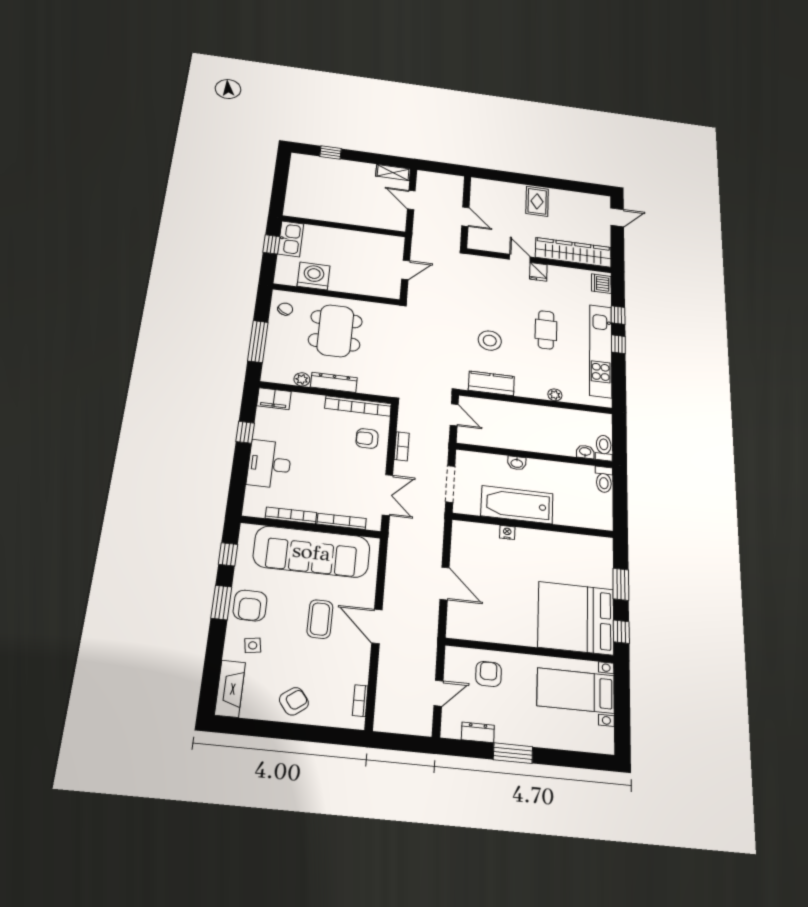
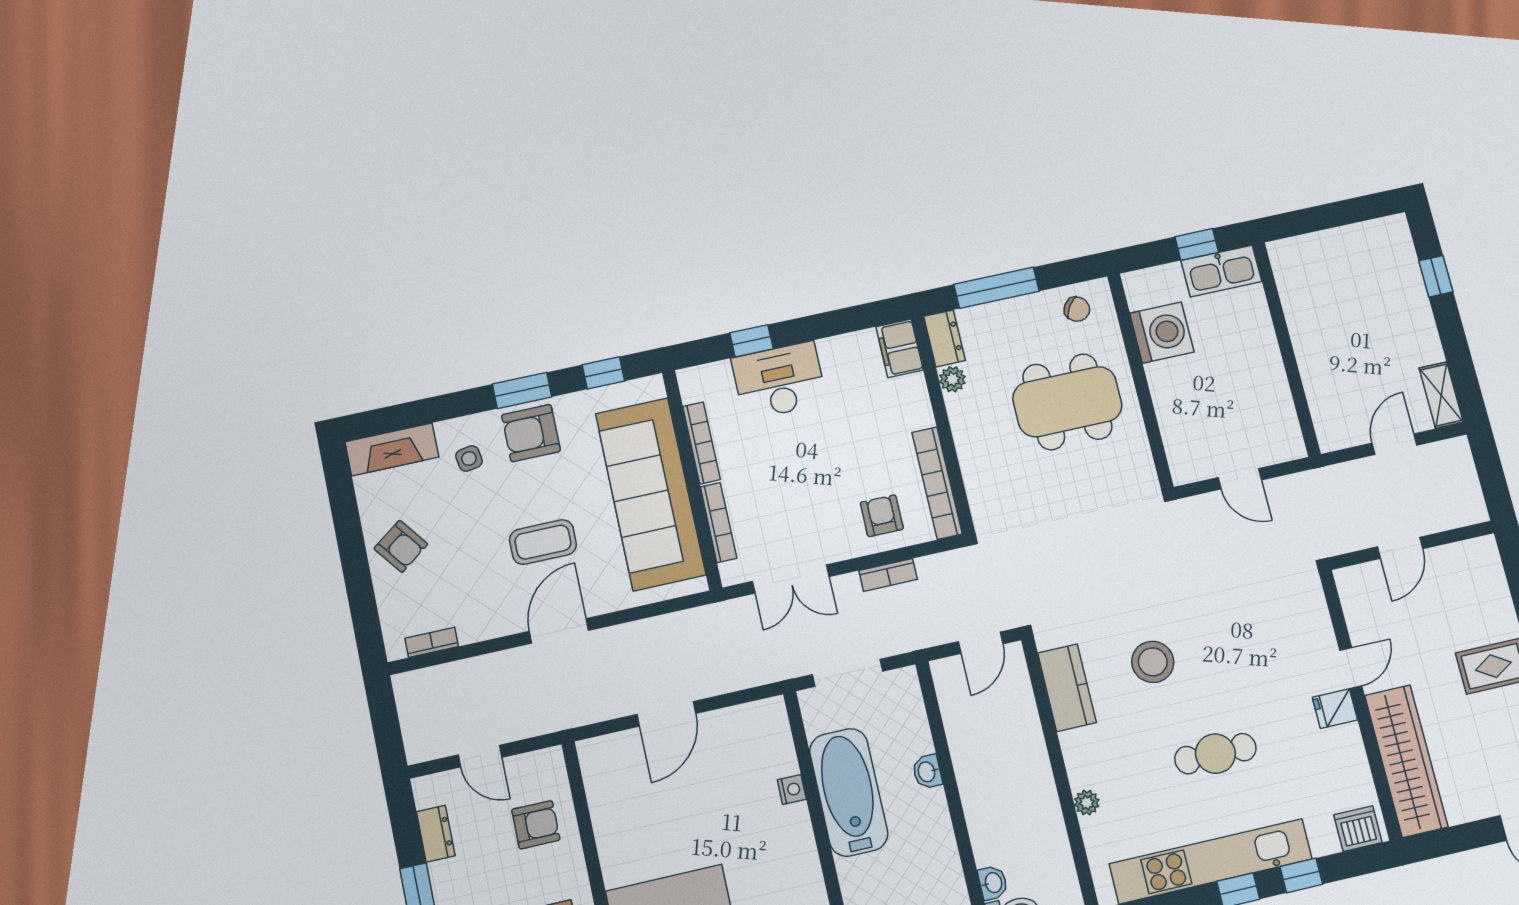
dresser: (334, 382) -> (945, 338), moved, width x0.70
window: (245, 432) -> (752, 341), moved

